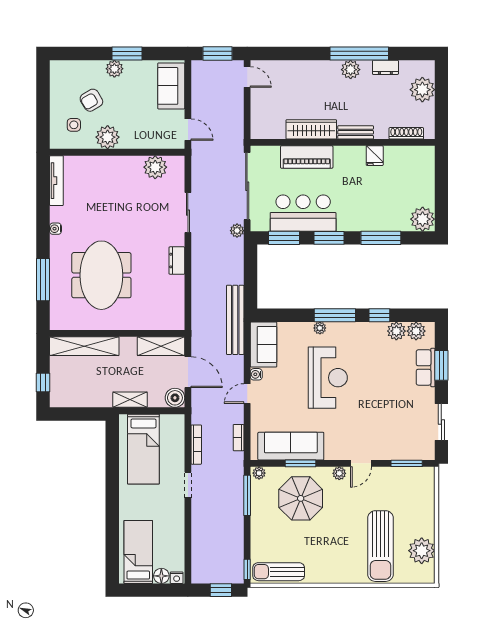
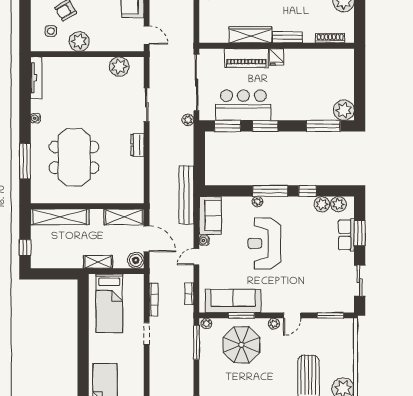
fridge: (375, 156) -> (276, 57), moved
window: (381, 238) -> (323, 126), moved
reception desk: (328, 378) -> (264, 243), turned 180

